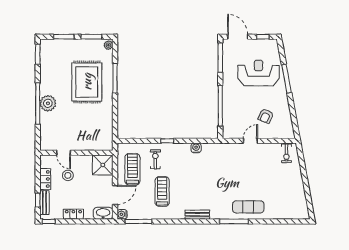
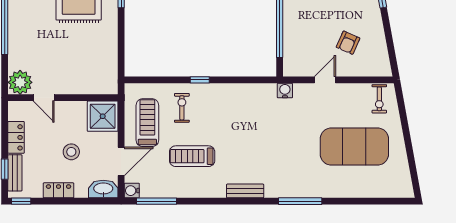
plant: (48, 103) -> (20, 82), moved
water cooler: (196, 148) -> (285, 91), moved
stool: (68, 175) -> (71, 152), moved
treadmill: (162, 191) -> (192, 156), turned -90
exercise mat: (248, 207) -> (354, 147), moved, width x2.00, depth x1.45

